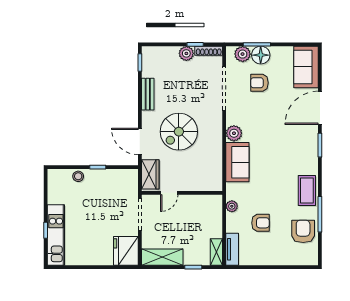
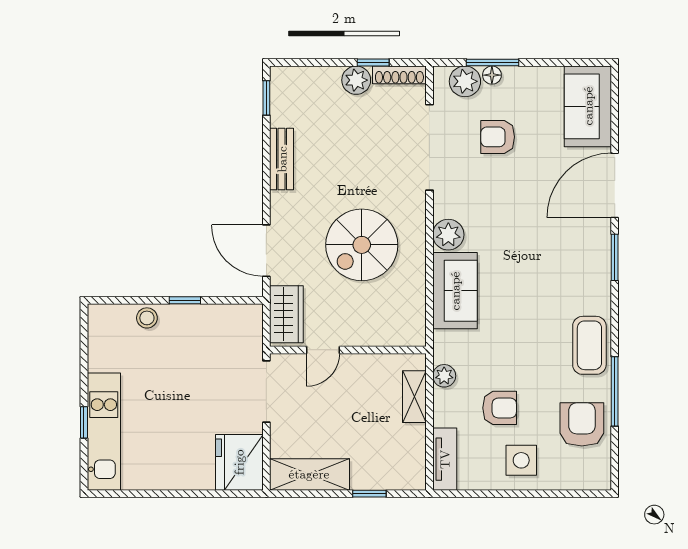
floor lamp: (261, 55) -> (492, 75), width x0.53, depth x0.53
spiral stairs: (179, 132) -> (362, 245), moved
side table: (272, 250) -> (521, 460), added
shelving: (216, 252) -> (414, 397), moved

